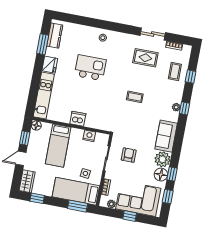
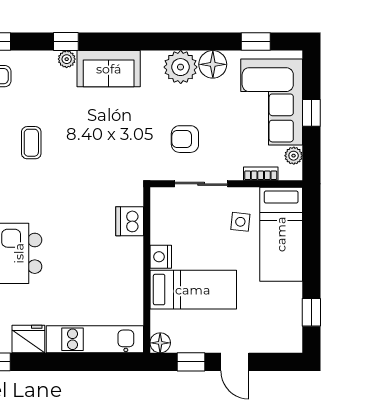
coffee table: (135, 97) -> (31, 143), moved
dishwasher: (78, 119) -> (130, 221), moved
nightstand: (89, 136) -> (161, 257), moved
sofa: (166, 136) -> (109, 69), moved
window: (172, 174) -> (207, 42), removed
wardrobe: (27, 181) -> (280, 340), removed
window: (78, 206) -> (311, 225), removed

